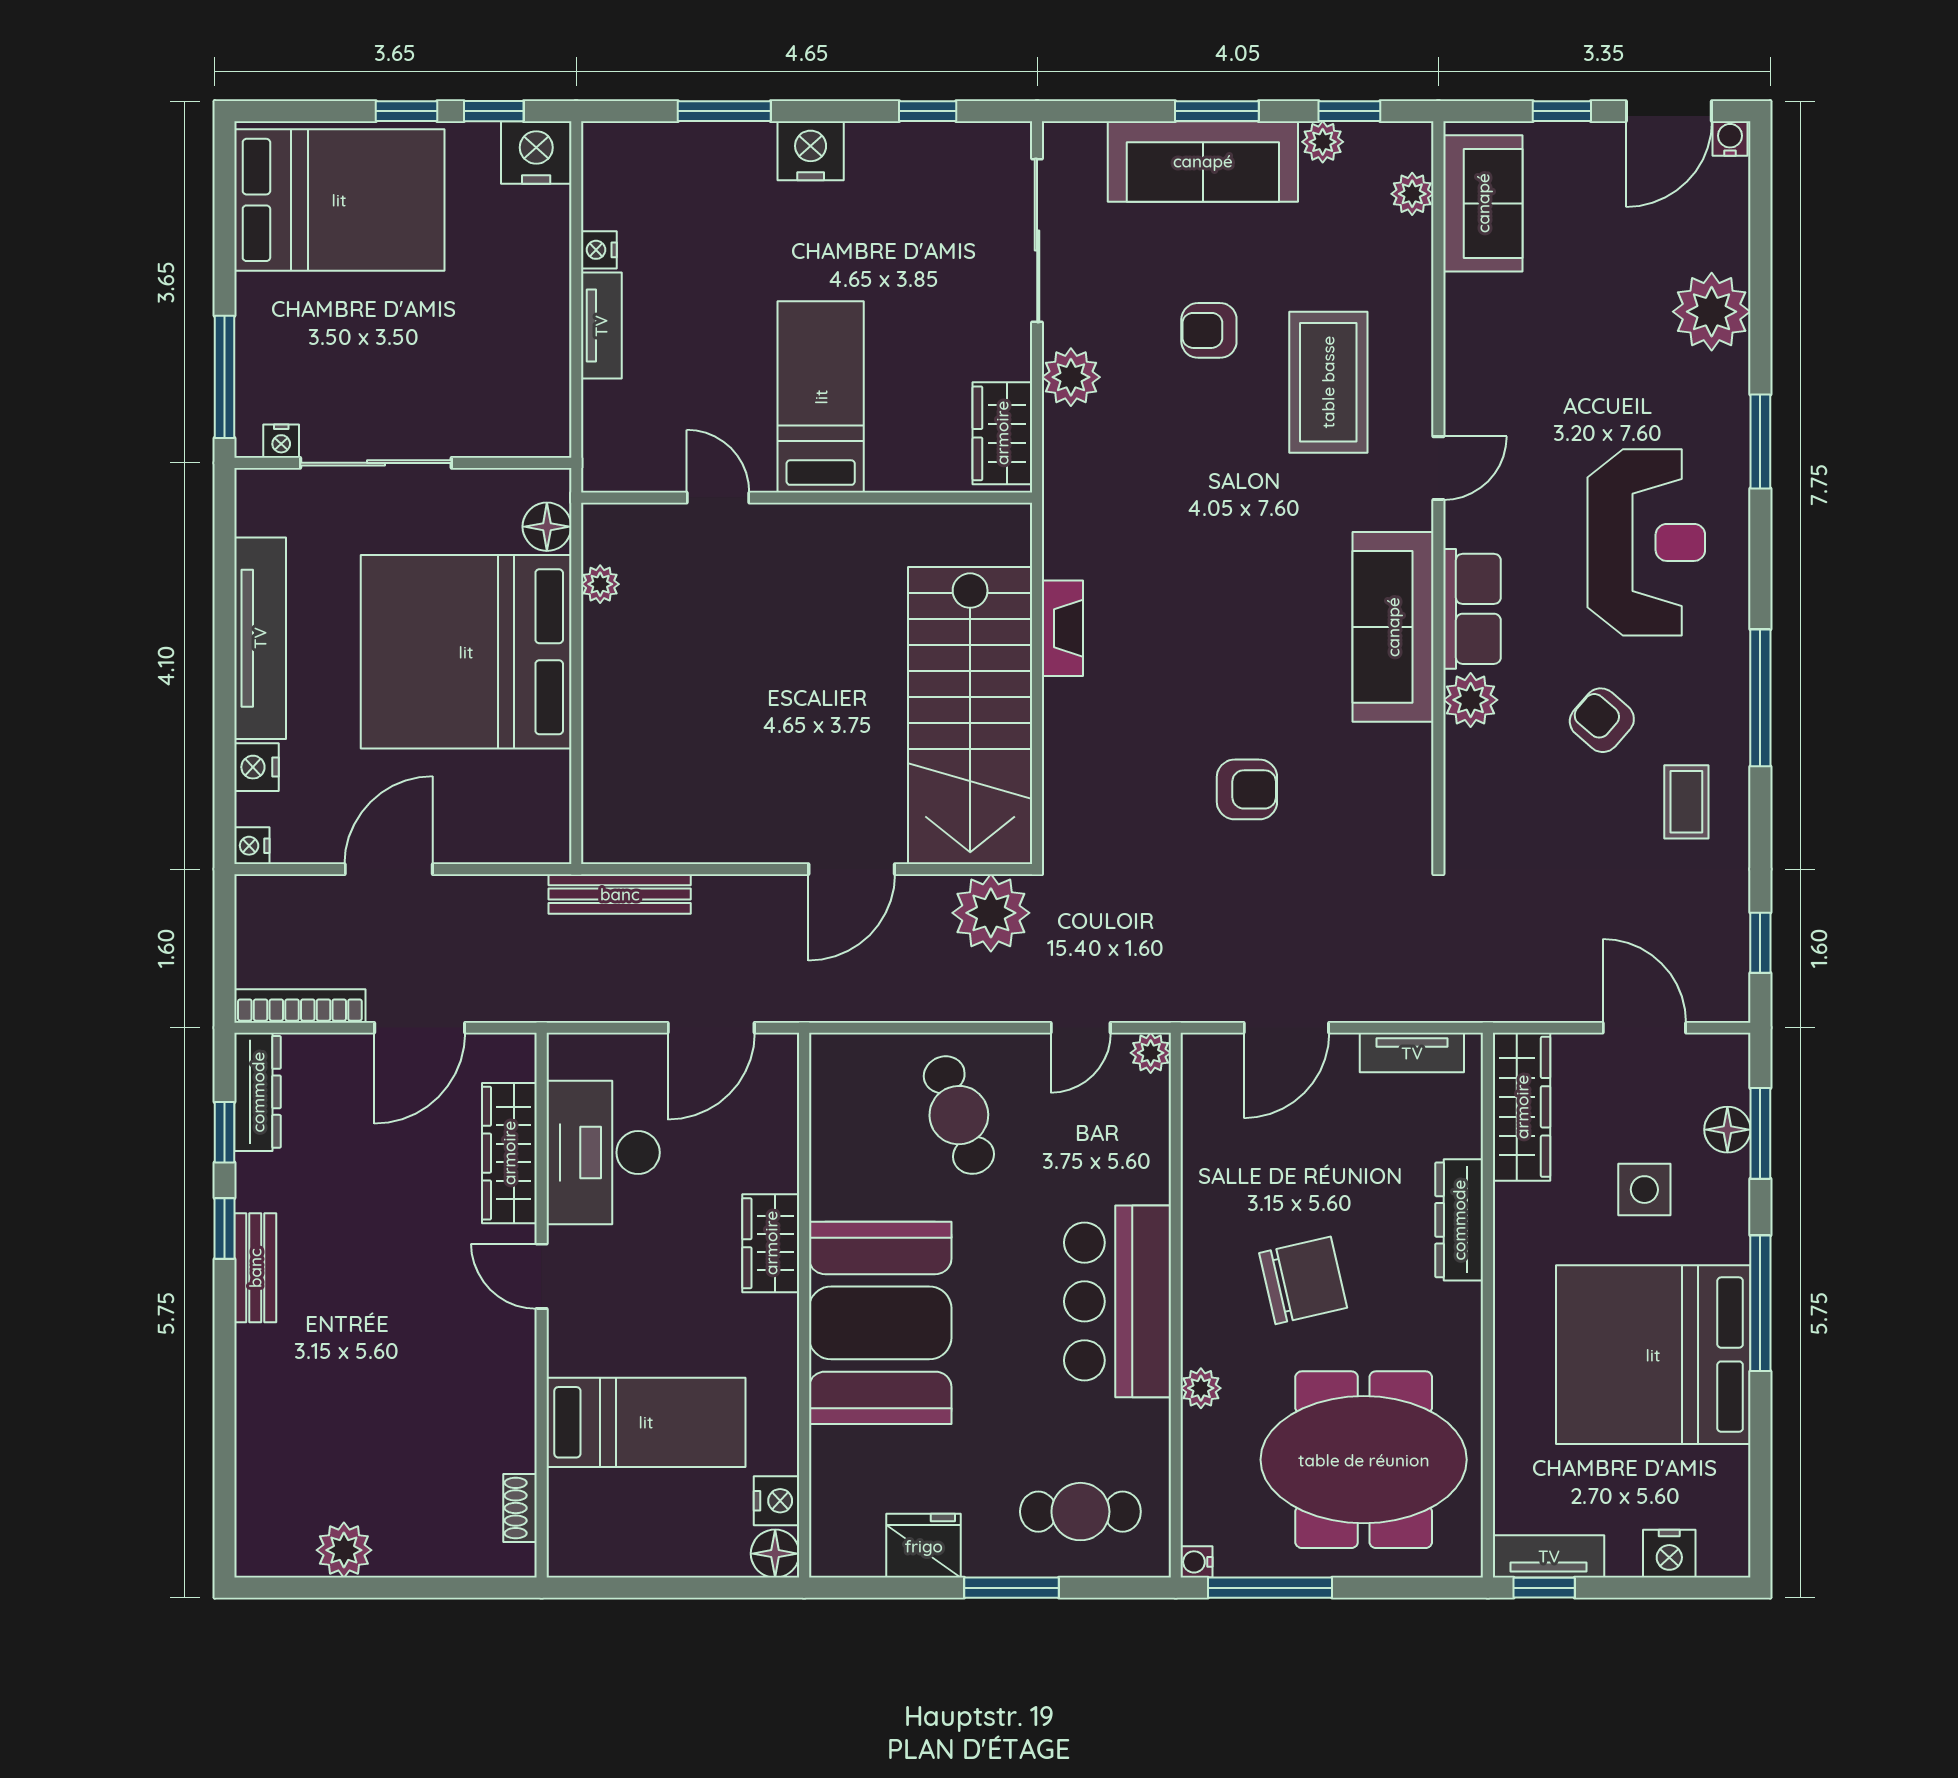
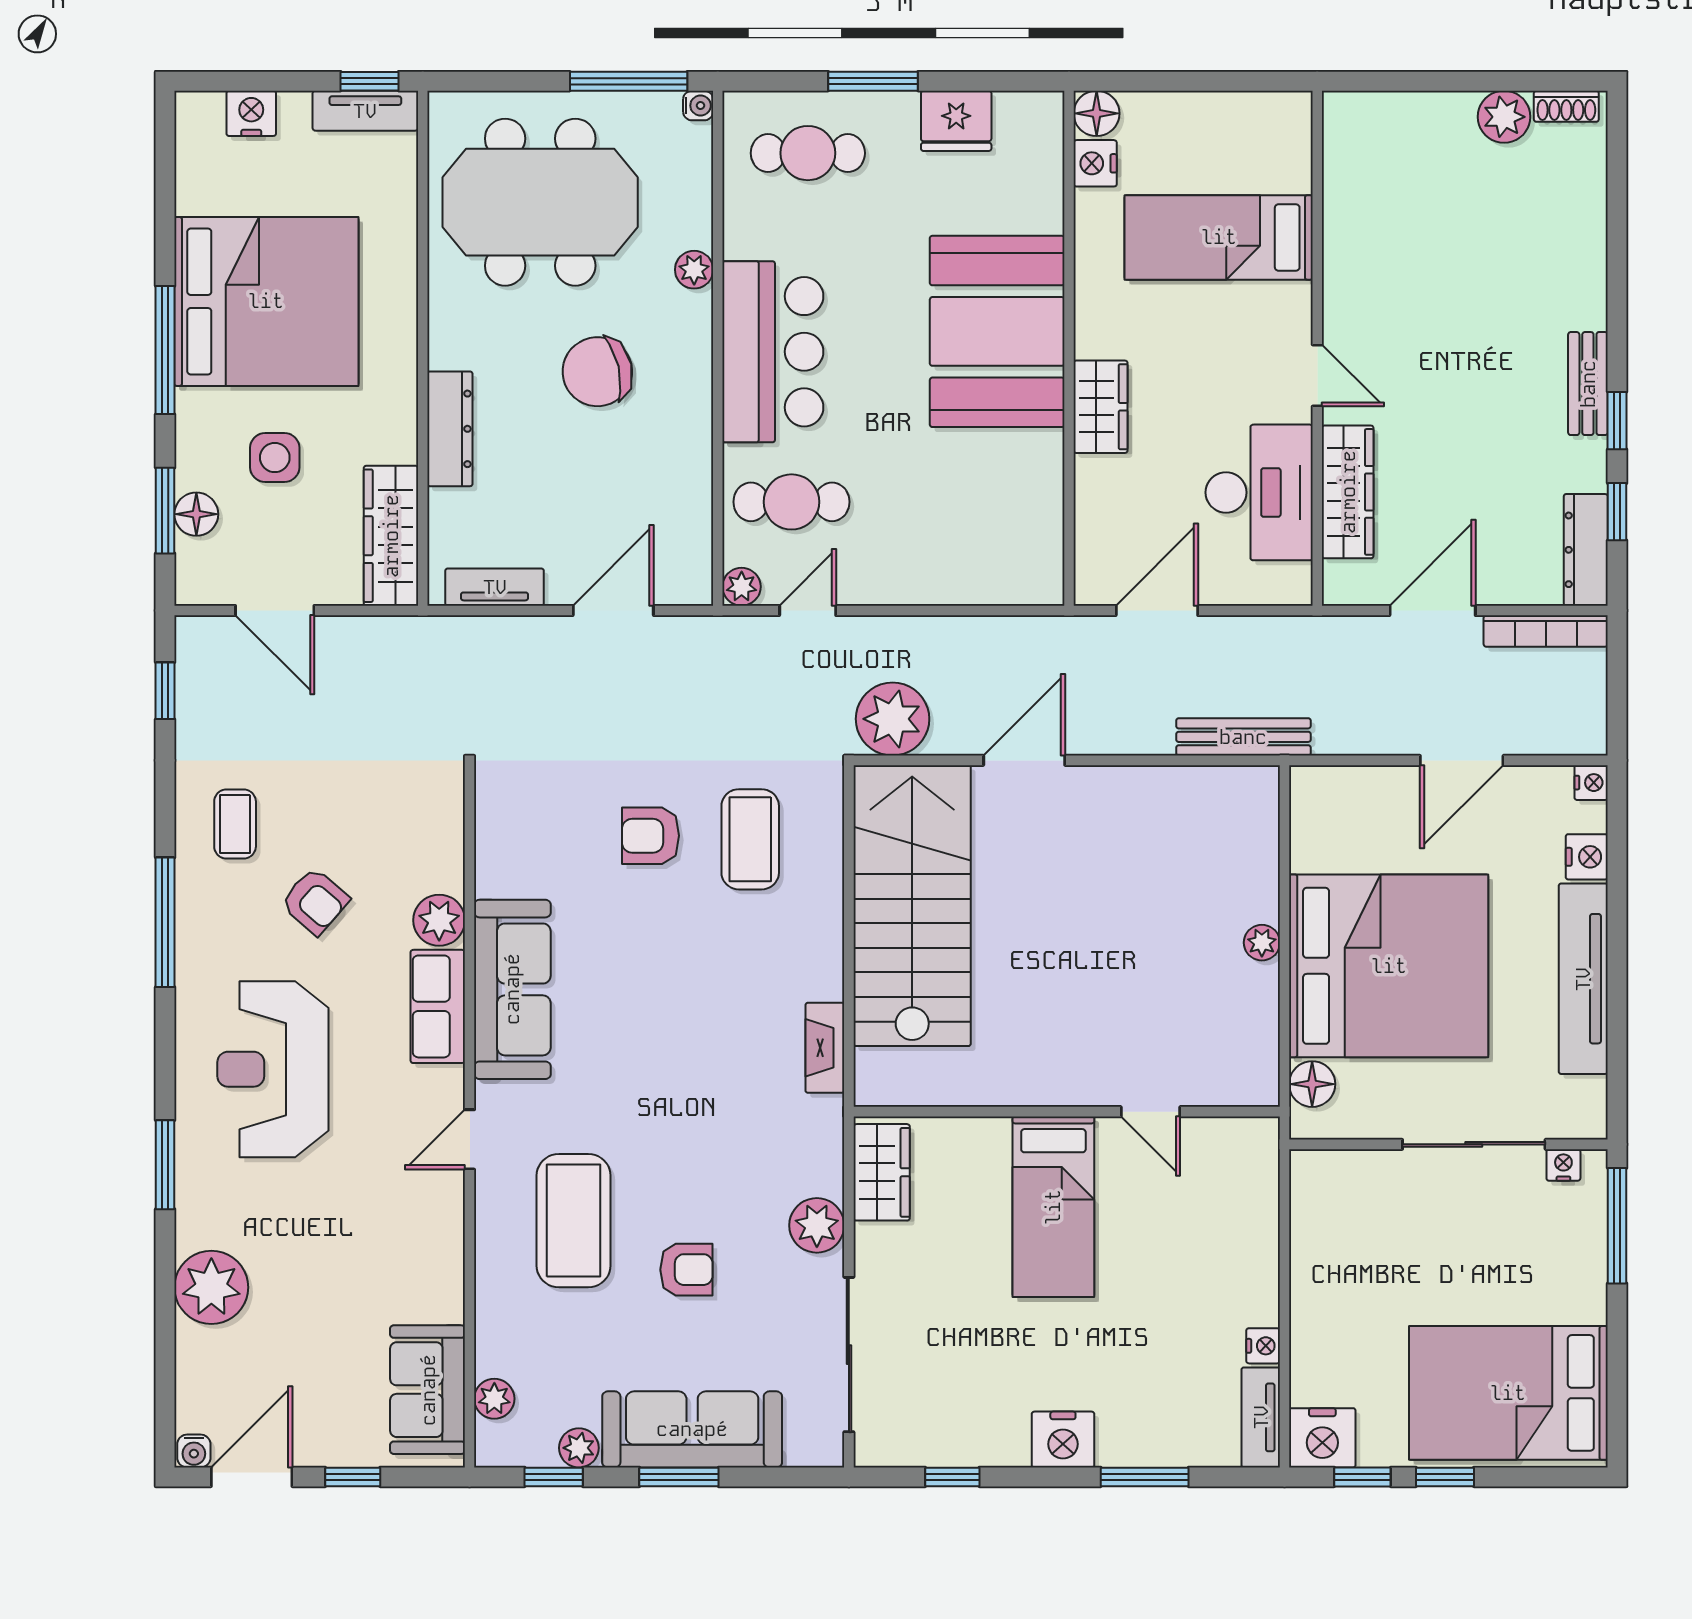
tv unit: (601, 326) -> (1261, 1417), moved
plant: (600, 584) -> (1262, 943), moved
fireplace: (1062, 628) -> (825, 1048), moved
coffee table: (1141, 786) -> (750, 839), added
cafe table: (959, 1115) -> (791, 502), moved, turned -70
shoe rack: (520, 1508) -> (1566, 106), moved, turned 90

